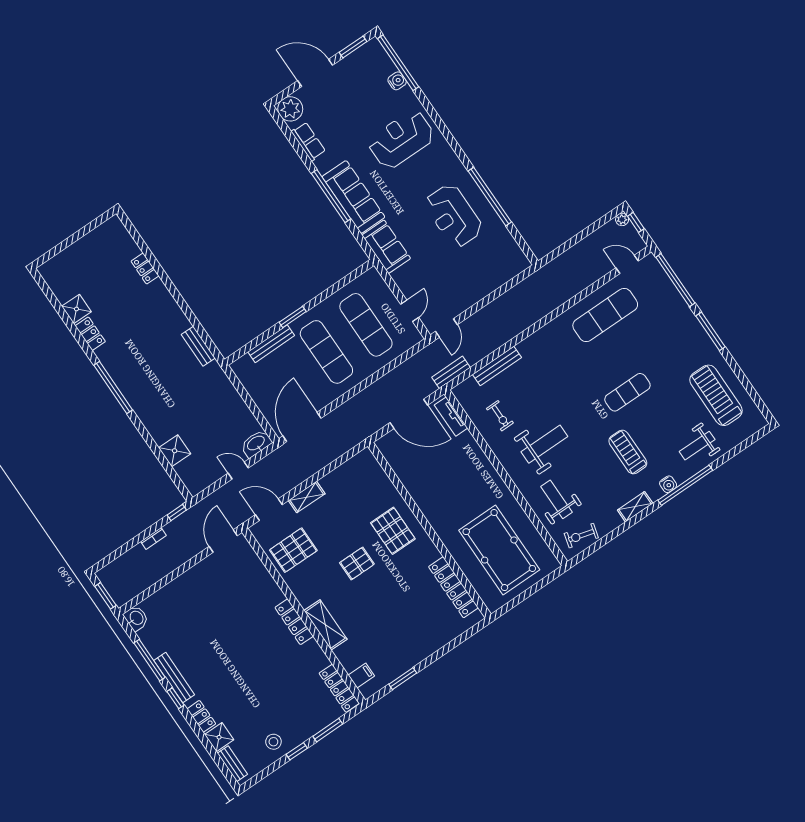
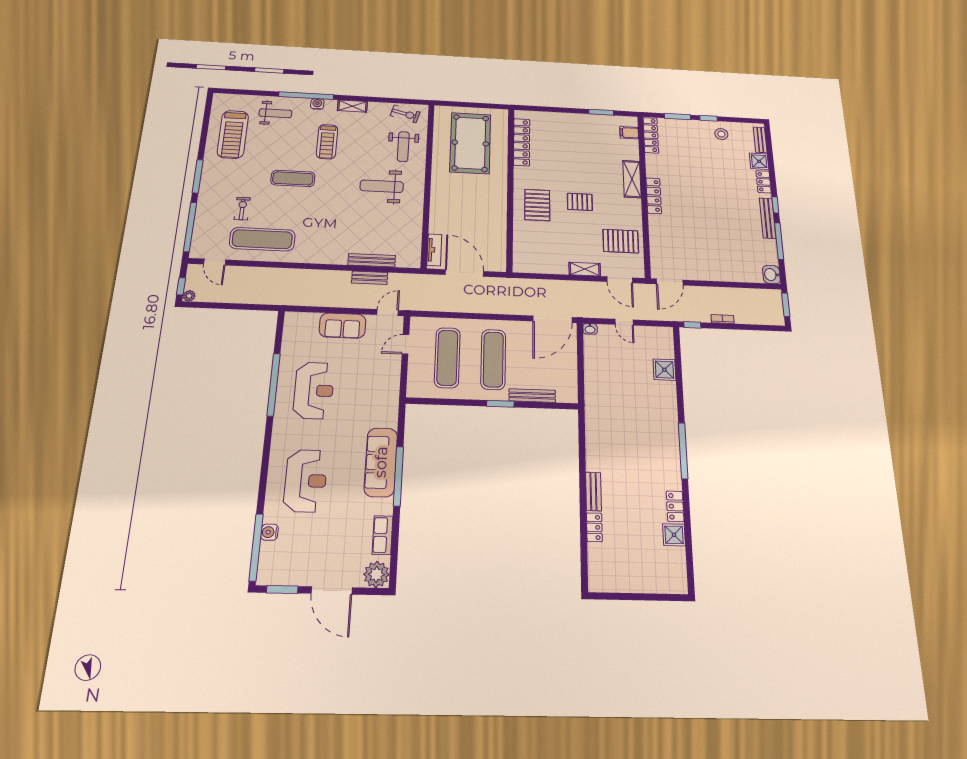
reception desk: (401, 139) -> (306, 481), turned -90
sofa: (386, 247) -> (343, 326), moved, turned -90
bench: (198, 346) -> (593, 491), moved
bench: (451, 372) -> (370, 278), moved
exercise bike: (500, 416) -> (242, 209), moved
washbasin: (256, 443) -> (590, 329), width x0.52, depth x0.69

